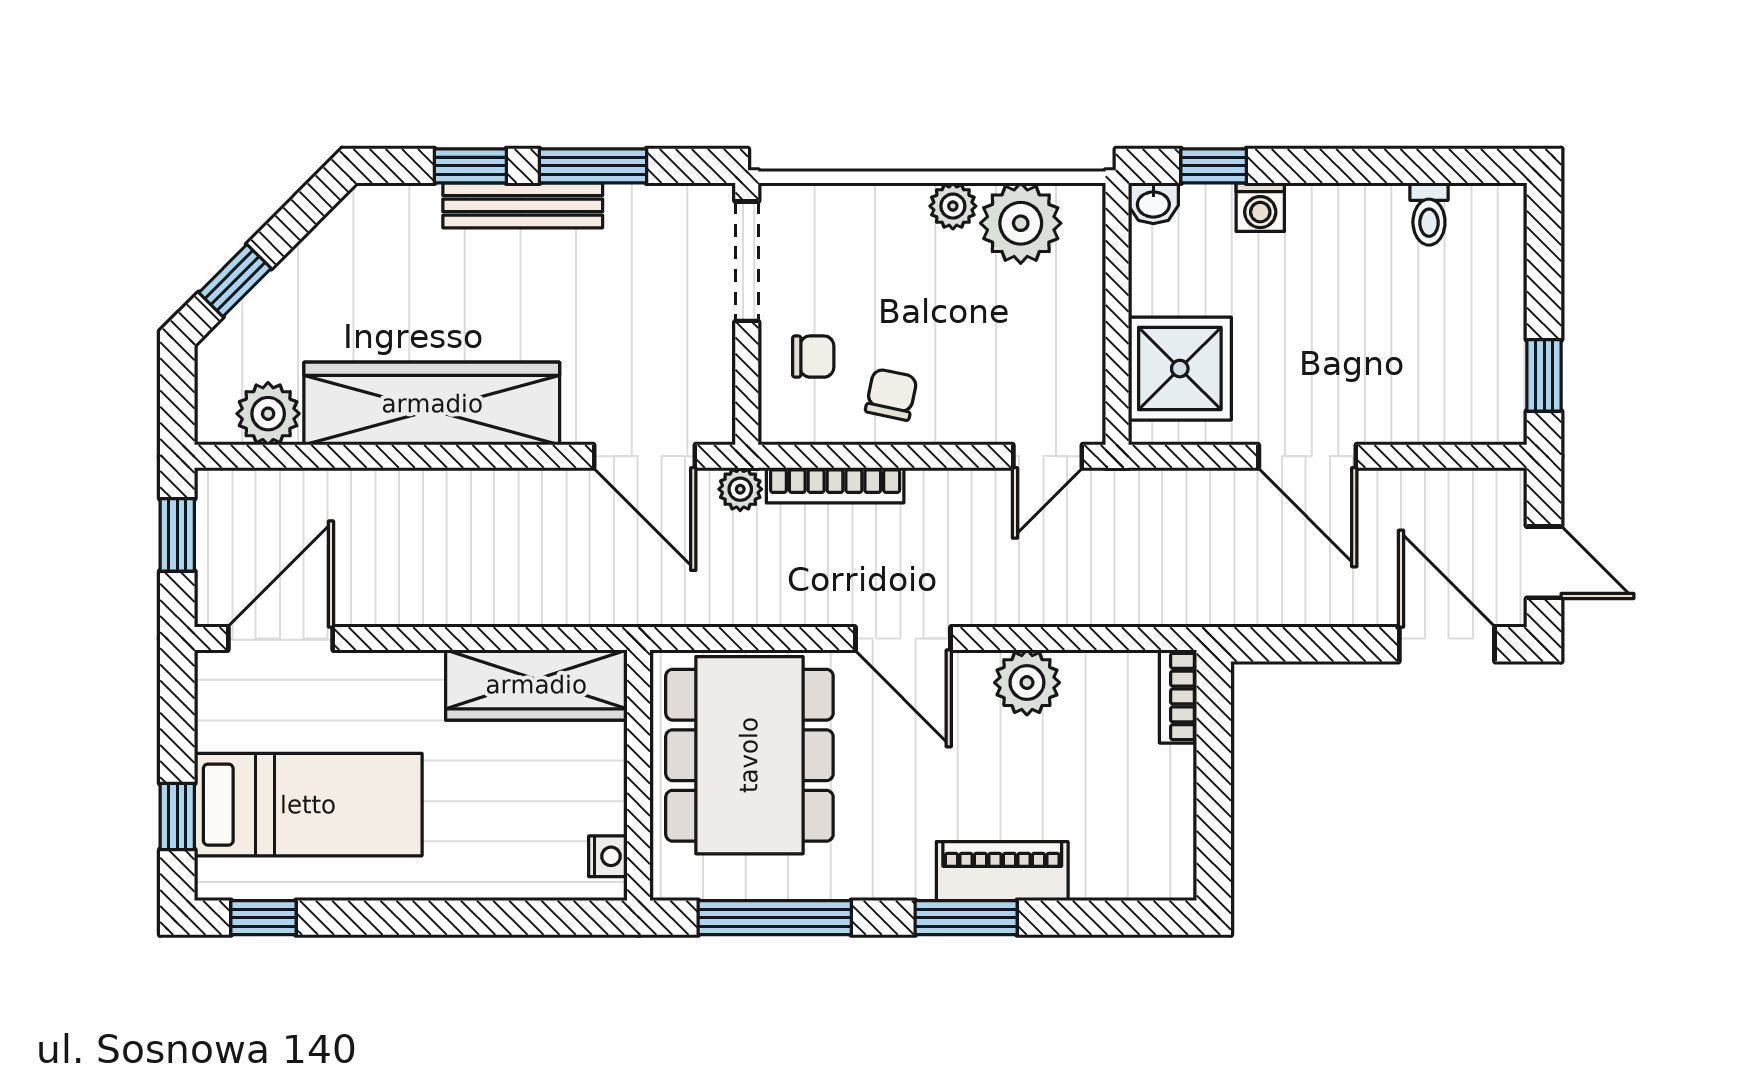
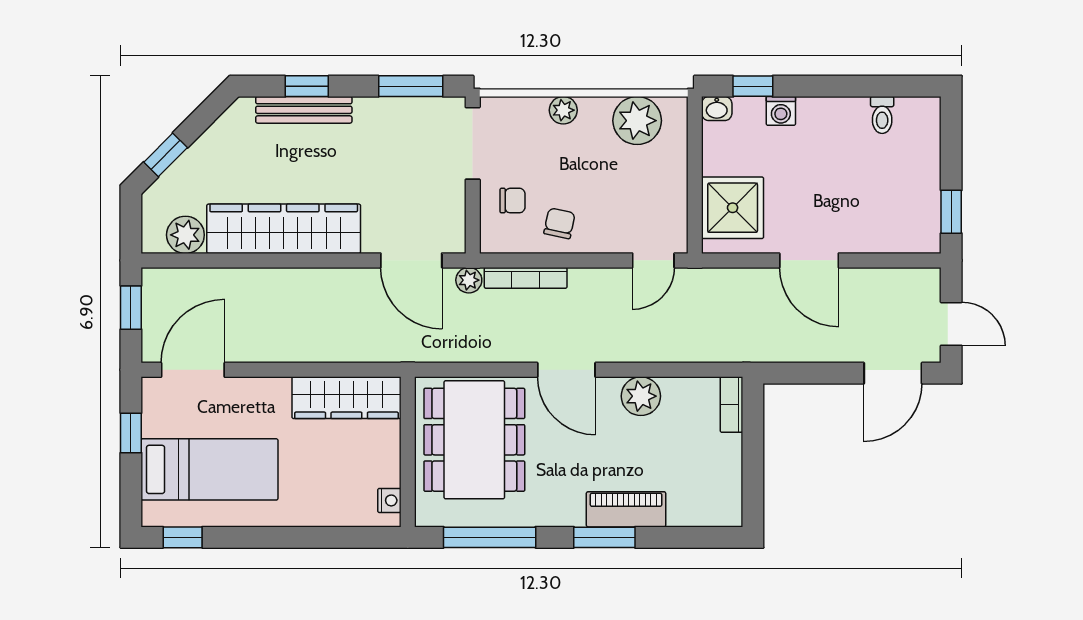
window: (593, 166) -> (411, 86), moved
bench: (523, 205) -> (304, 110), moved
plant: (953, 206) -> (563, 110), moved
door: (1447, 644) -> (893, 373), swing flipped
window: (177, 817) -> (131, 433), moved

